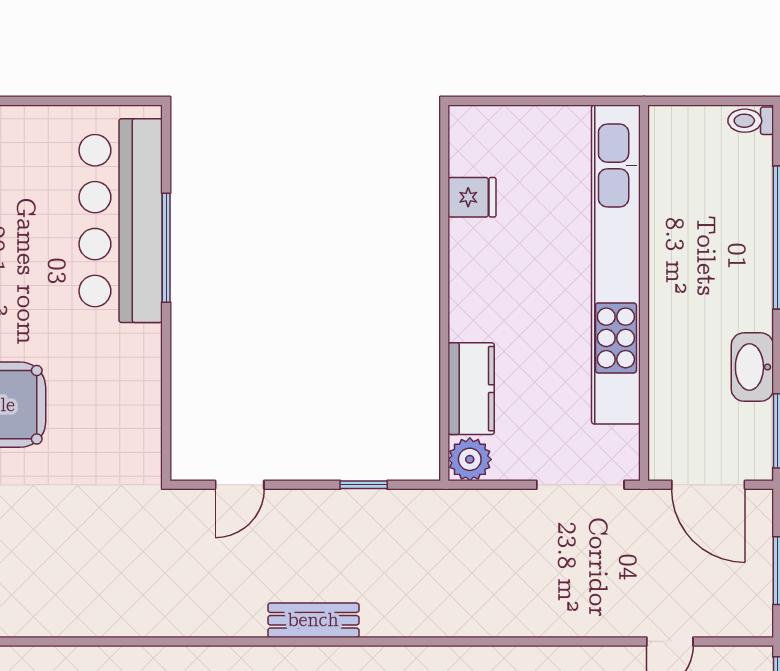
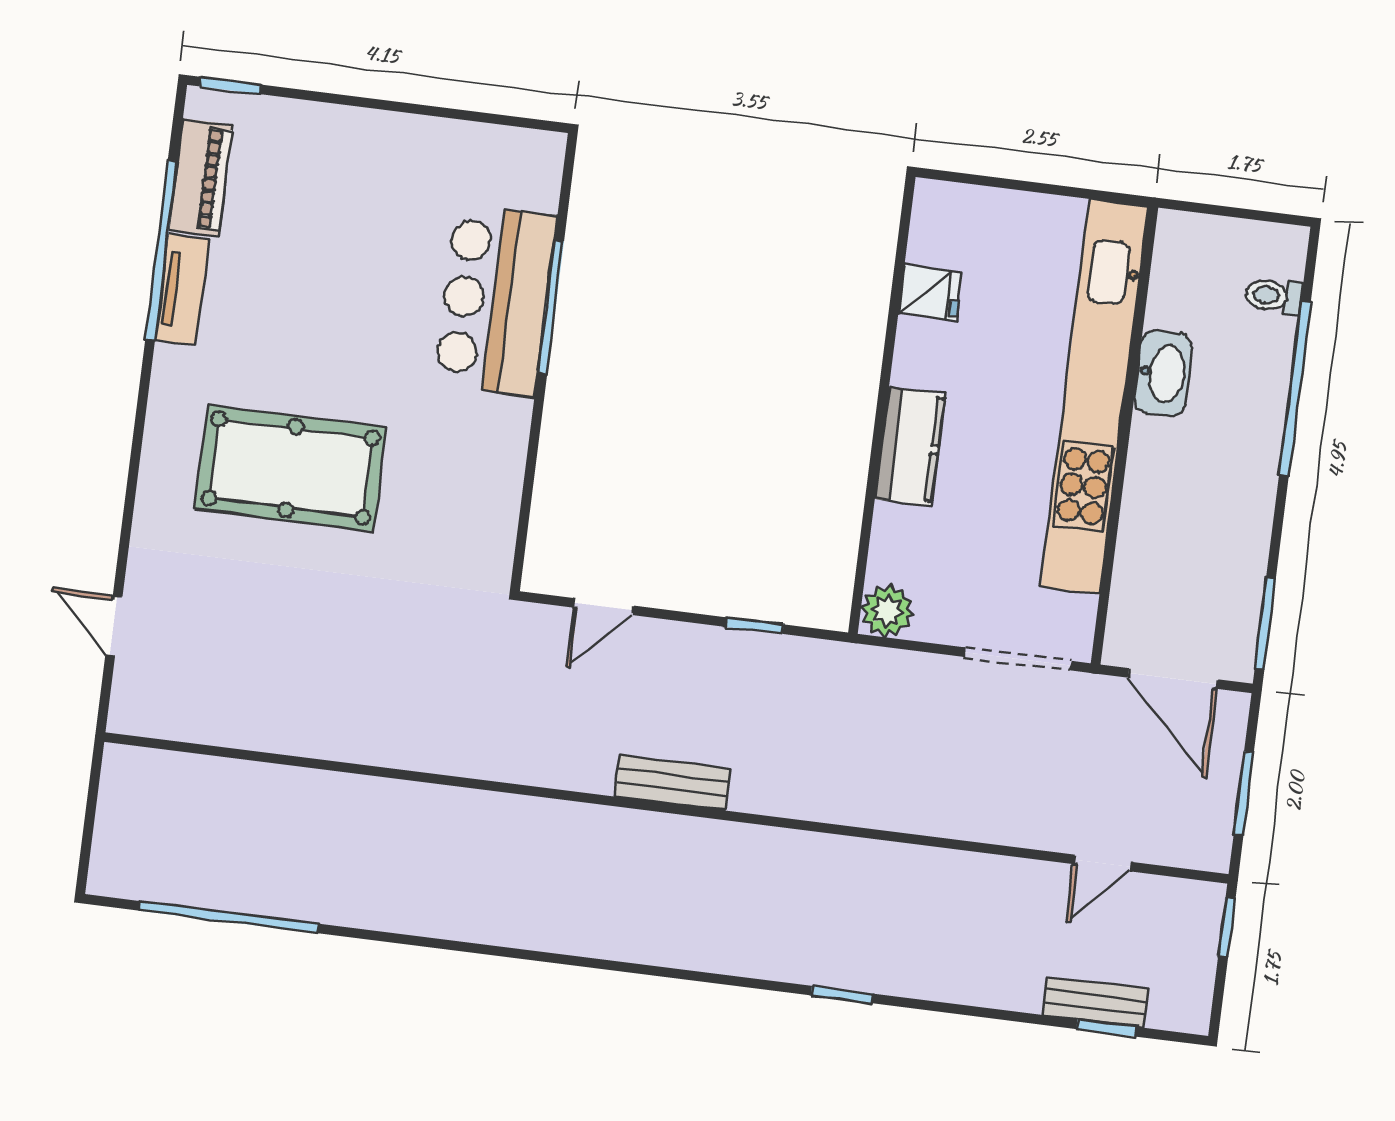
toilet: (751, 121) -> (1274, 296), moved
bar counter: (121, 221) -> (495, 300), width x0.73
washbasin: (752, 367) -> (1163, 373), moved, turned 180
kitchen counter: (471, 389) -> (910, 446), moved

